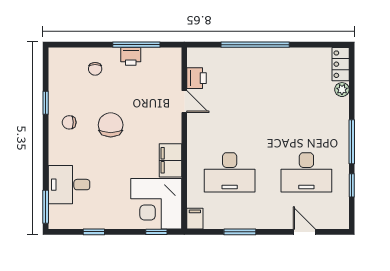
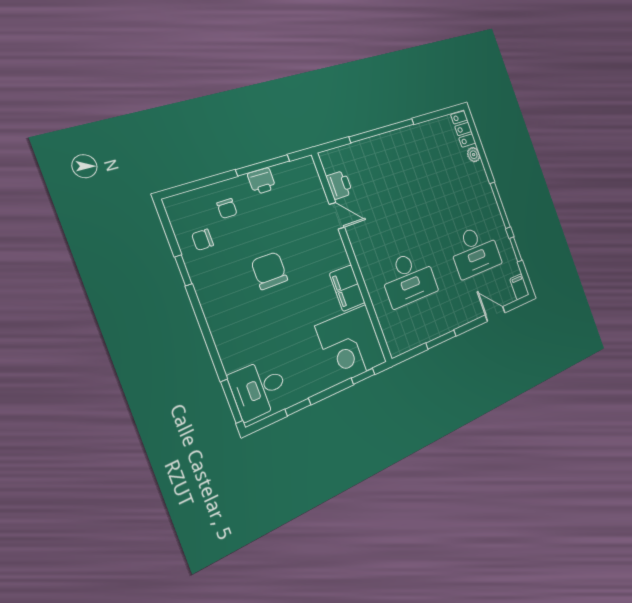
chair: (69, 122) -> (203, 240), moved
desk: (69, 185) -> (259, 389), moved
filing cabinet: (195, 219) -> (519, 287), moved

